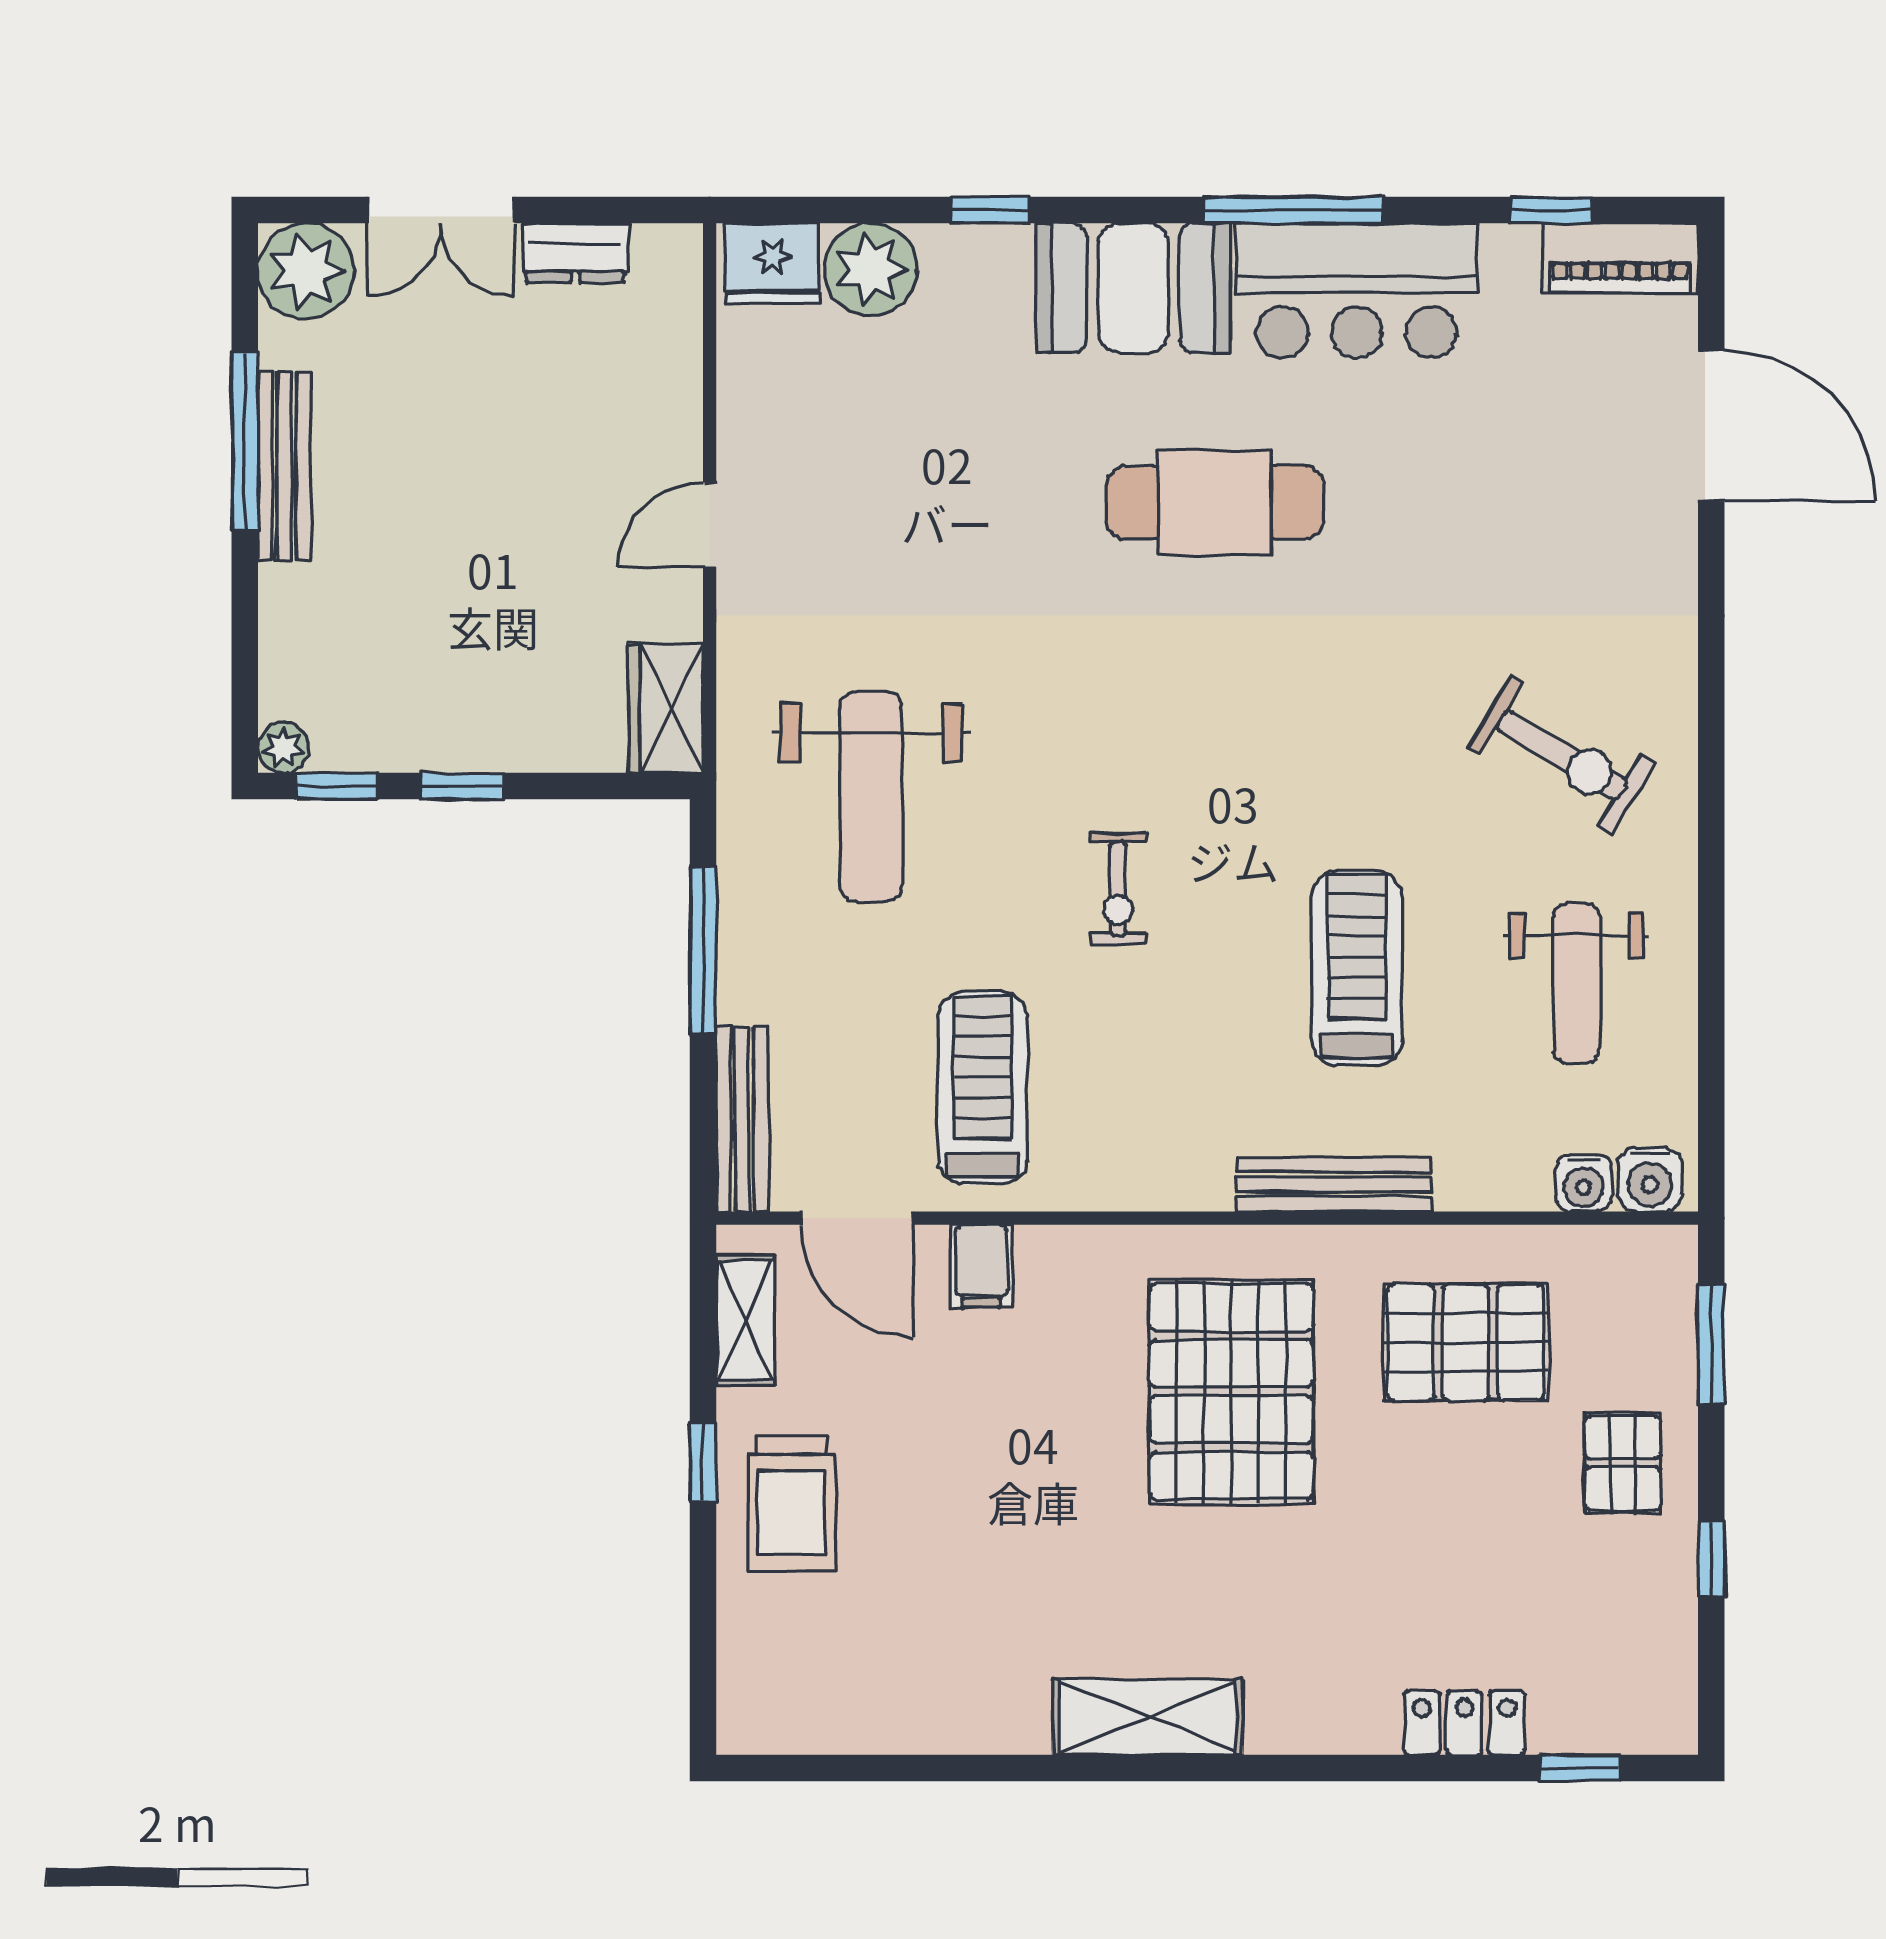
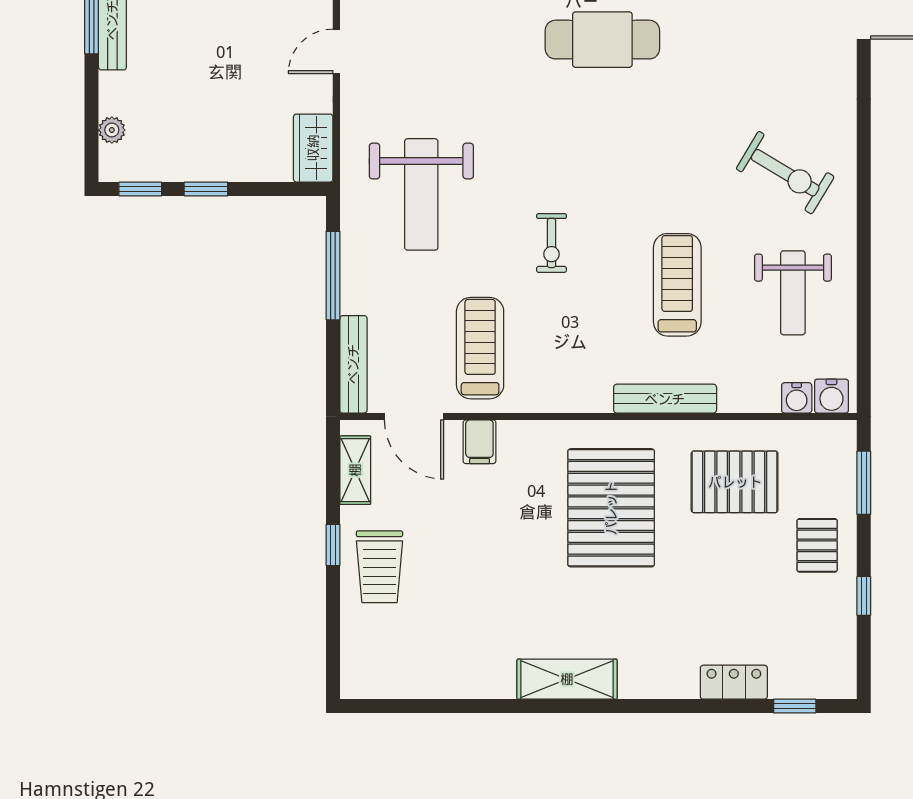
plant: (283, 748) -> (112, 130), moved

